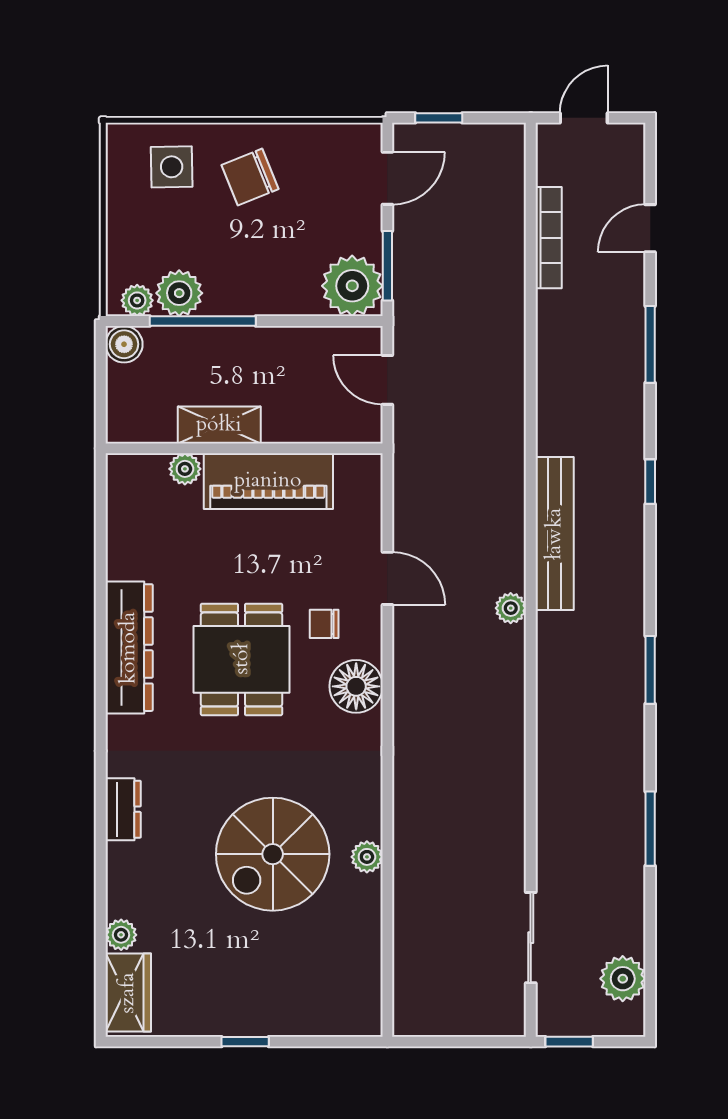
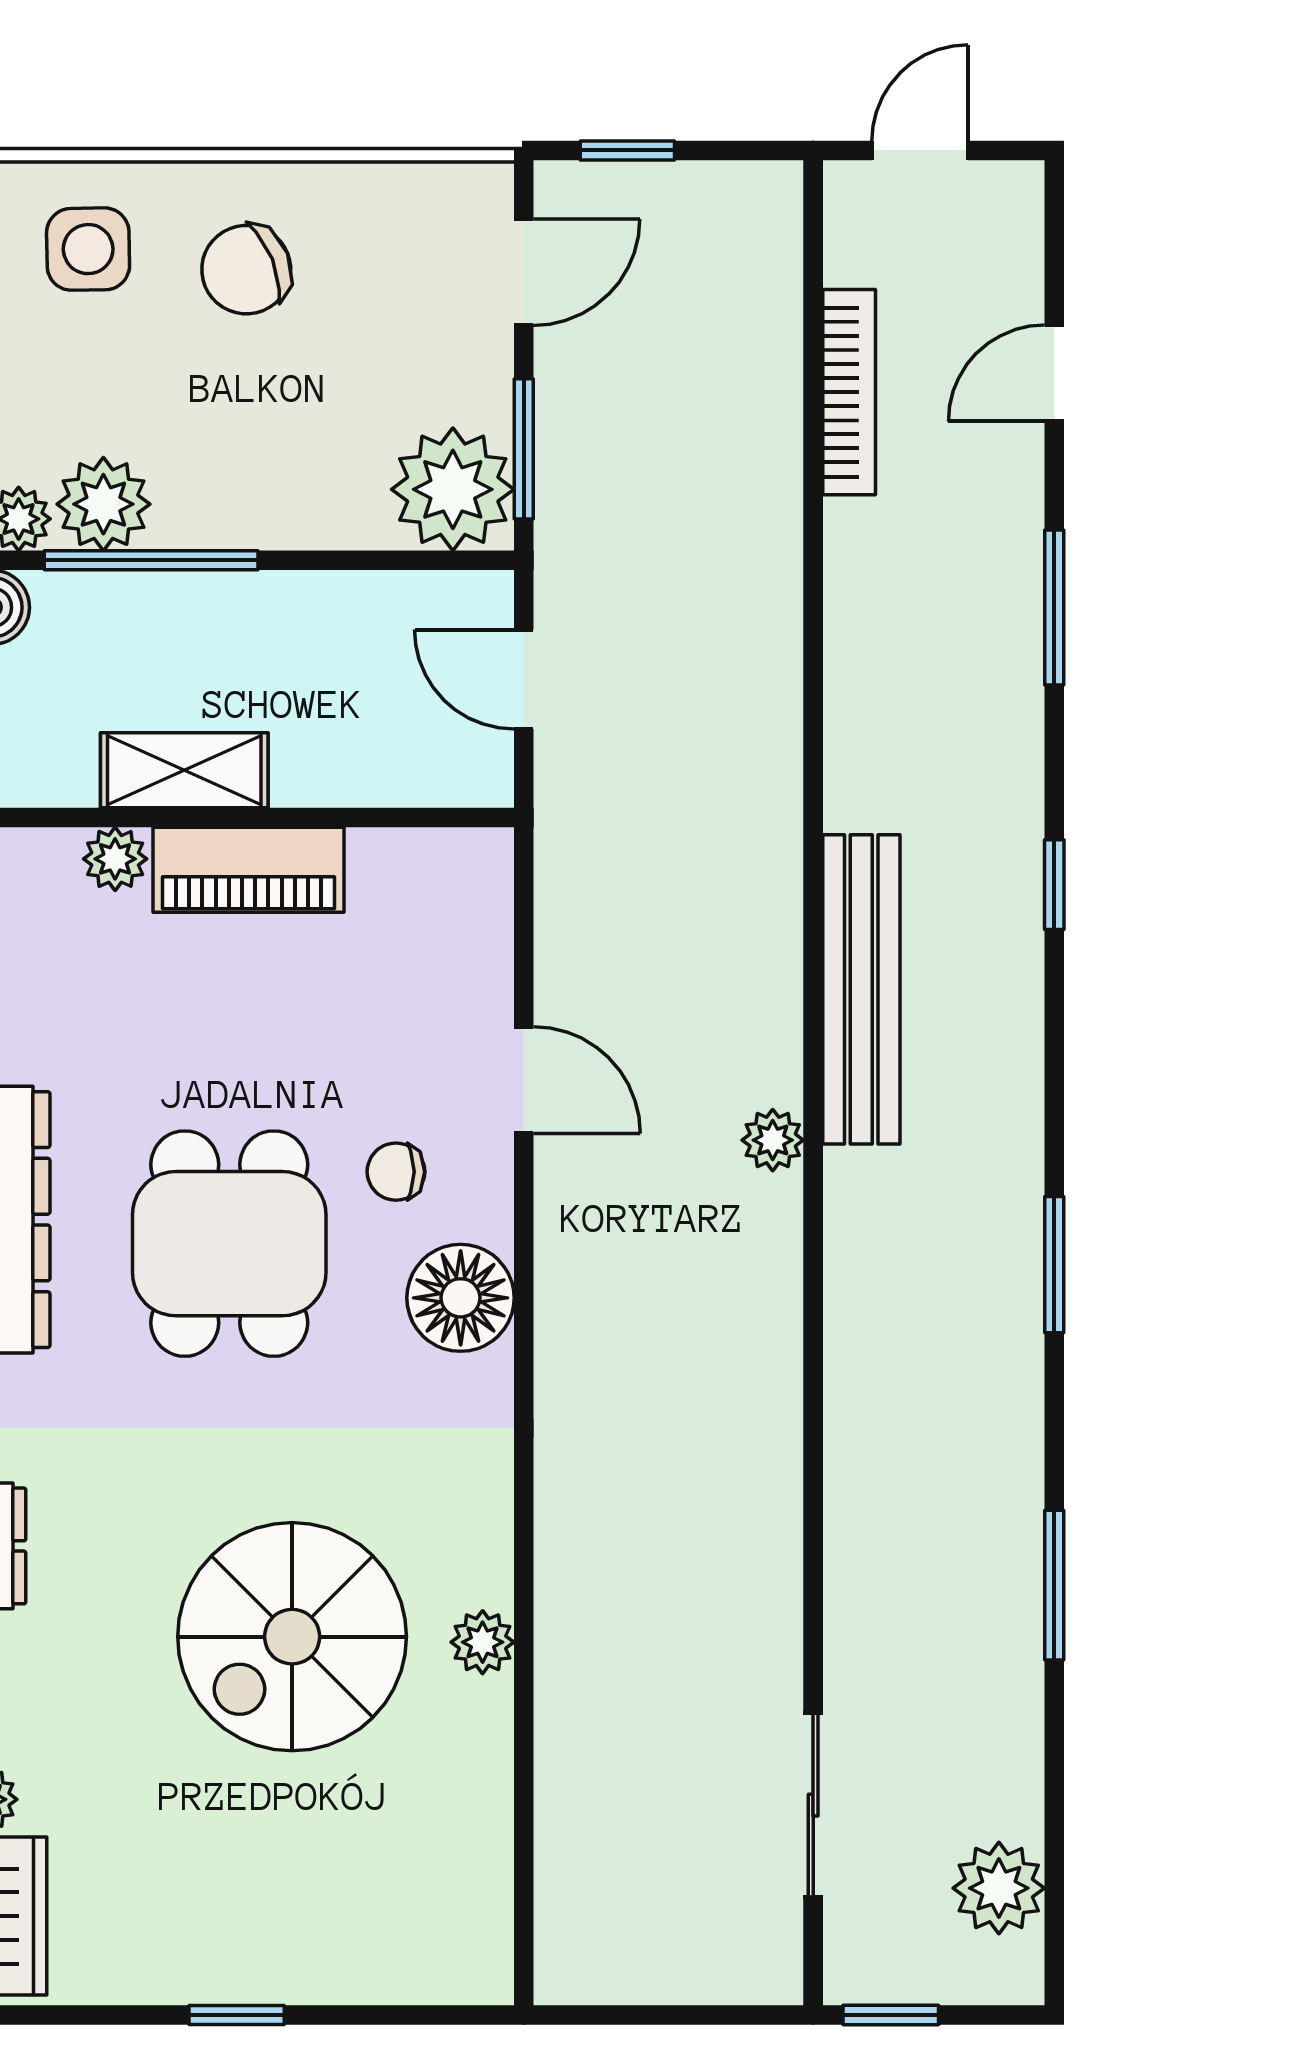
piano: (268, 481) -> (249, 870), width x0.73, depth x0.75

